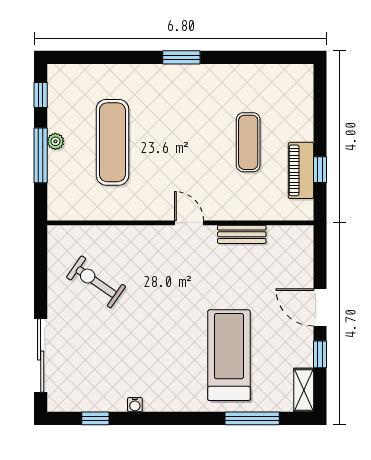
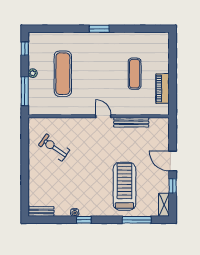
window: (41, 155) -> (25, 91), moved
window: (320, 170) -> (173, 88), removed
bench: (242, 234) -> (131, 122), width x1.36
sliding door: (41, 356) -> (25, 186), removed
bench: (71, 403) -> (41, 211), added
window: (95, 418) -> (84, 220), moved

